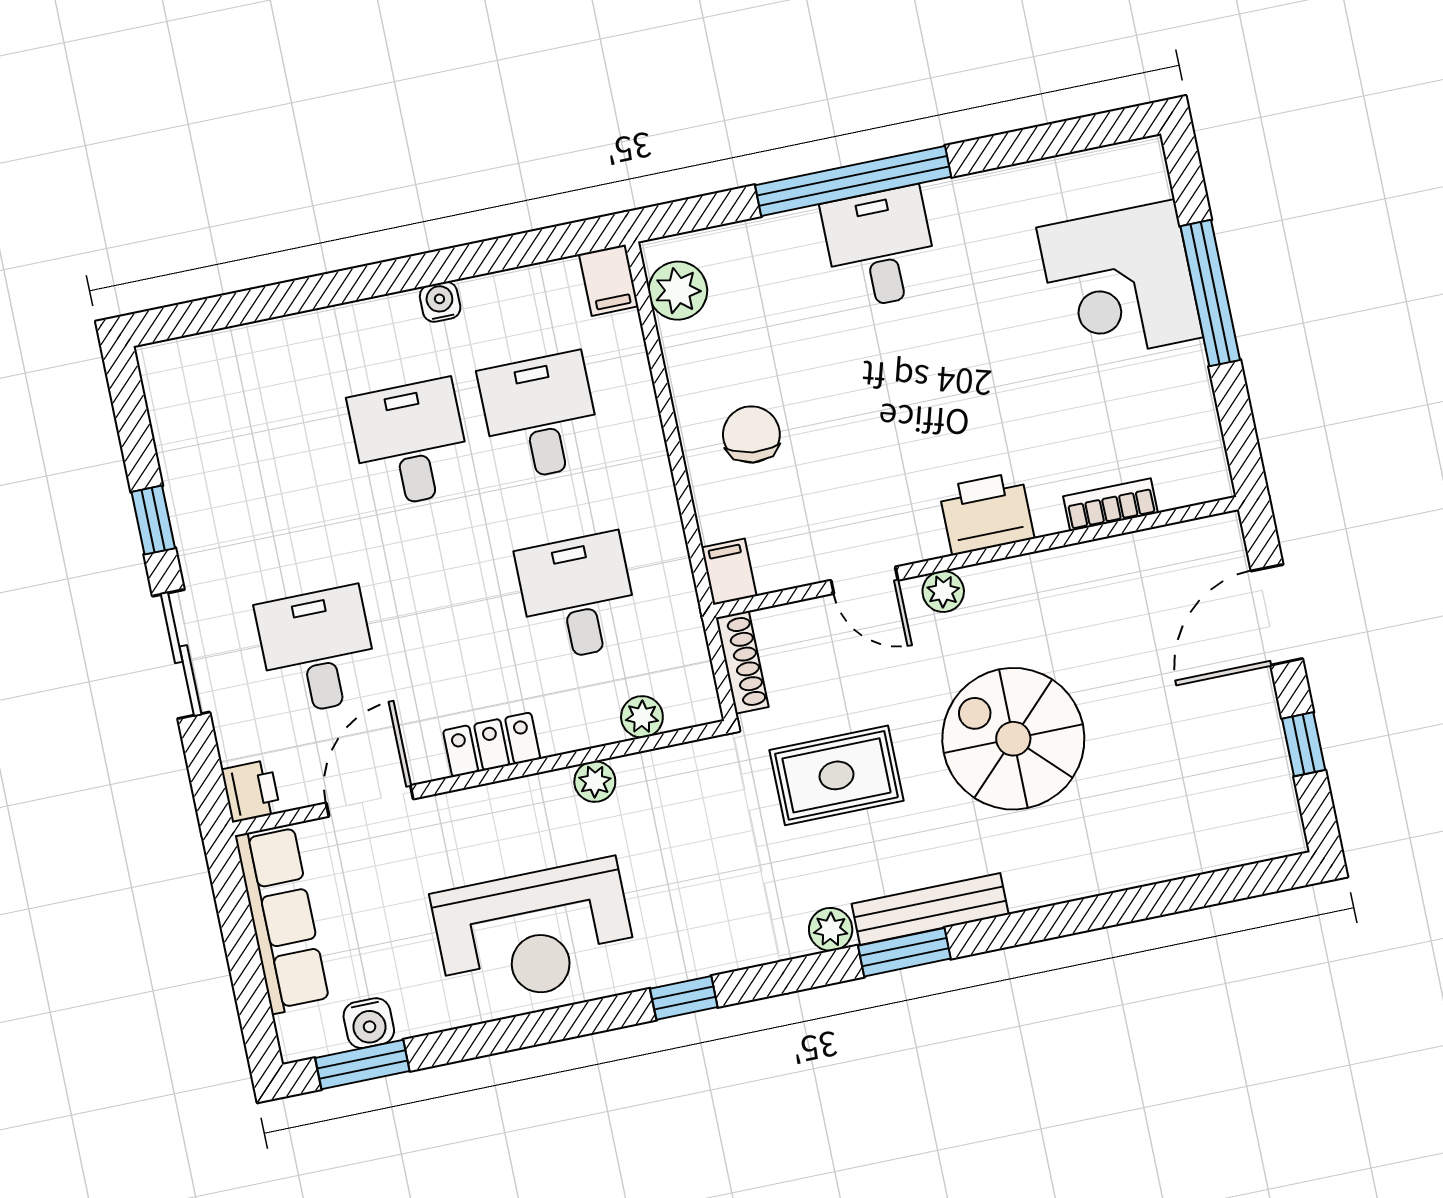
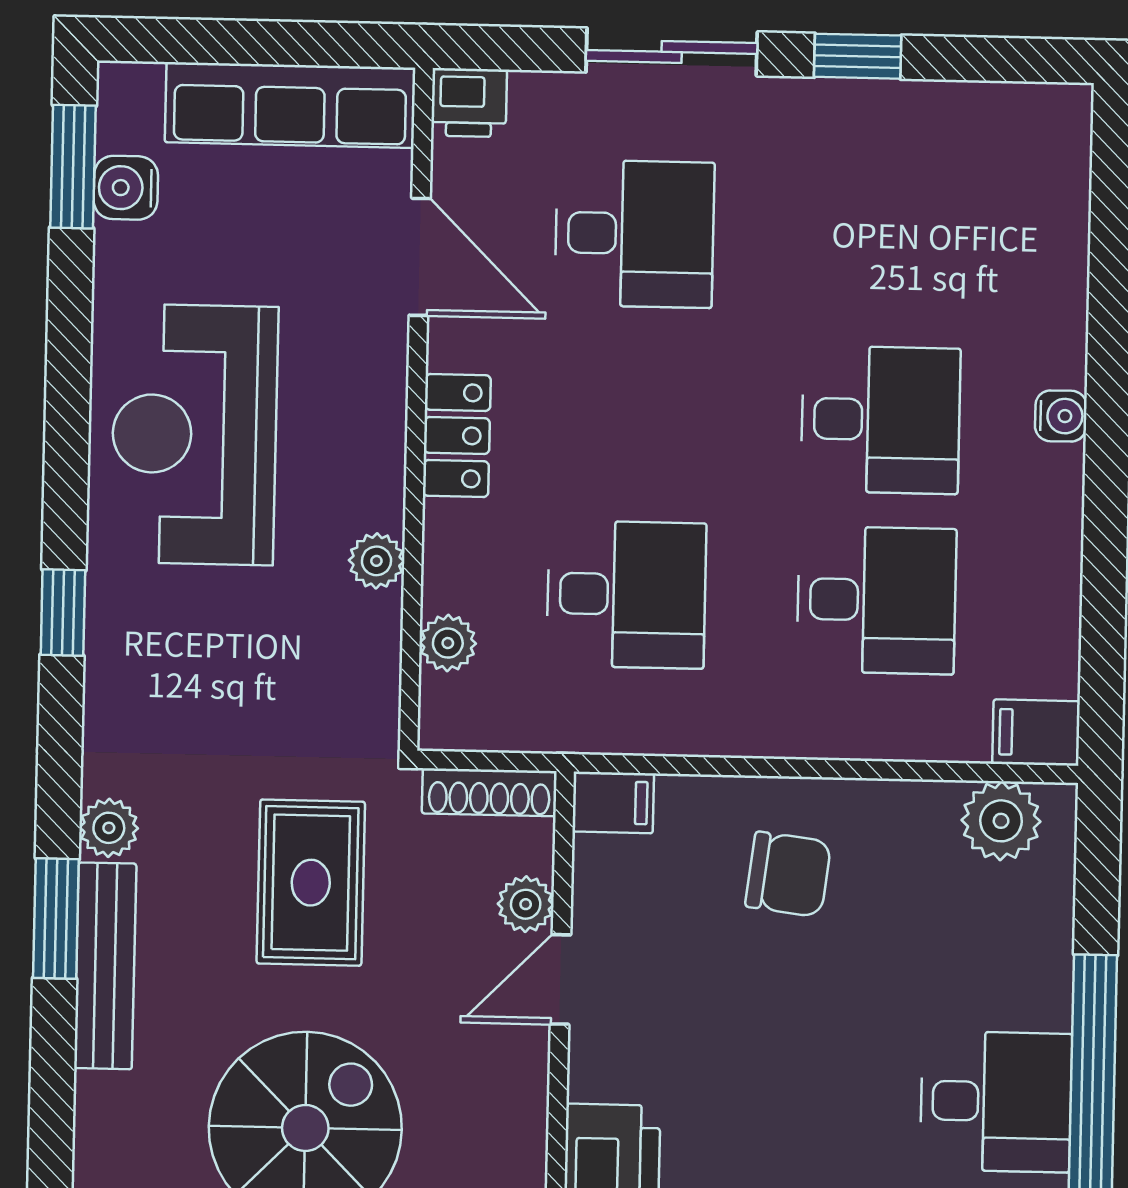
water cooler: (440, 302) -> (1061, 416), moved
plant: (943, 591) -> (526, 904), moved

